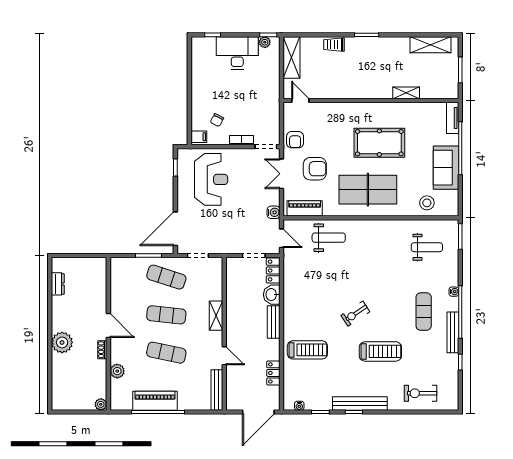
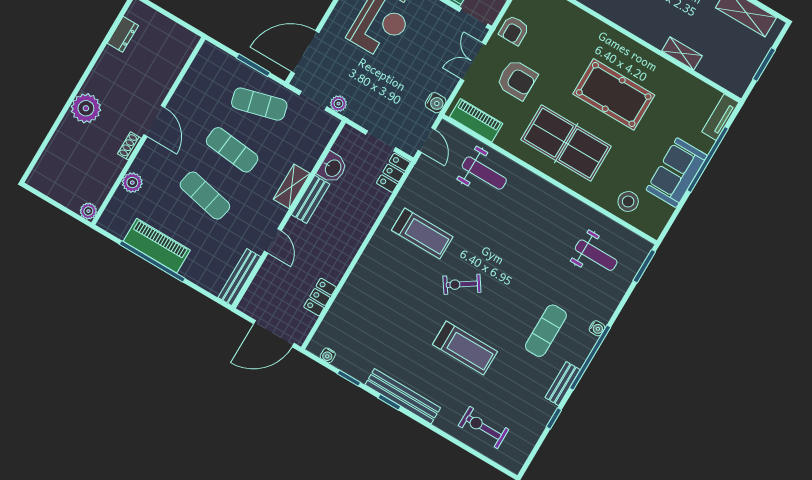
plant: (215, 248) -> (338, 104), added
exercise mat: (166, 277) -> (259, 104), turned -33
washbasin: (272, 295) -> (332, 168), moved, turned 180
bench: (274, 322) -> (311, 199), moved
bench: (453, 332) -> (563, 384), width x0.73
treadmill: (307, 350) -> (422, 234), moved

